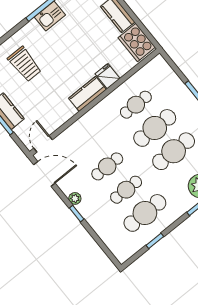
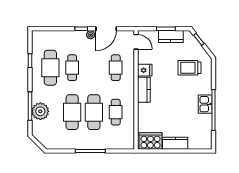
fridge: (108, 76) -> (145, 70), moved
cafe table: (107, 166) -> (116, 68), moved
door: (44, 174) -> (106, 29), moved

